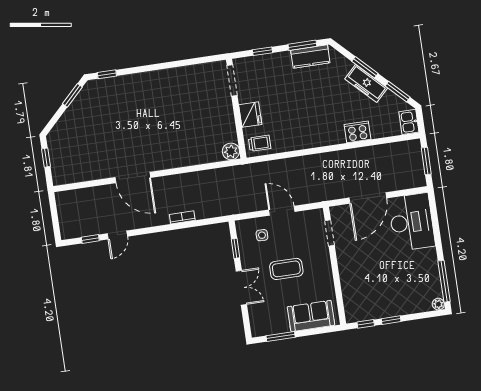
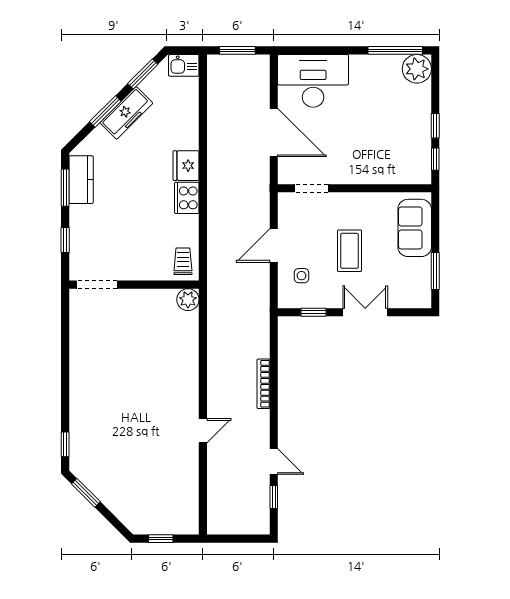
fridge: (250, 115) -> (186, 166), moved, turned -90
cooker: (358, 132) -> (187, 198), moved
door: (133, 178) -> (203, 431), width x0.53
bookcase: (182, 217) -> (263, 384), width x1.56
plant: (438, 304) -> (417, 69), width x1.87, depth x1.87

